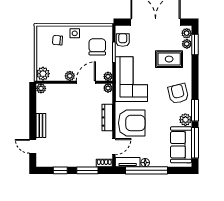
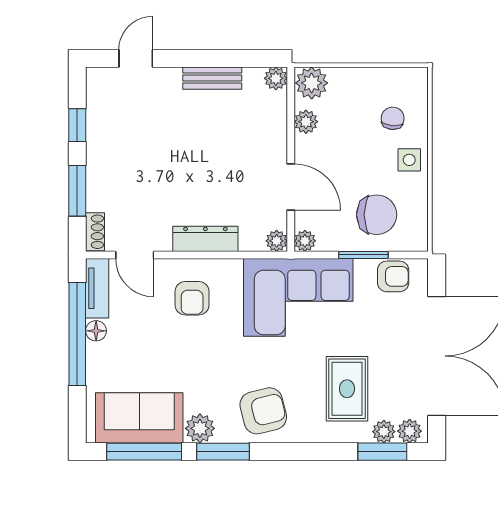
plant: (70, 76) -> (306, 122), moved
armchair: (132, 123) -> (192, 298), width x0.53, depth x0.53
bench: (41, 126) -> (212, 78), moved

